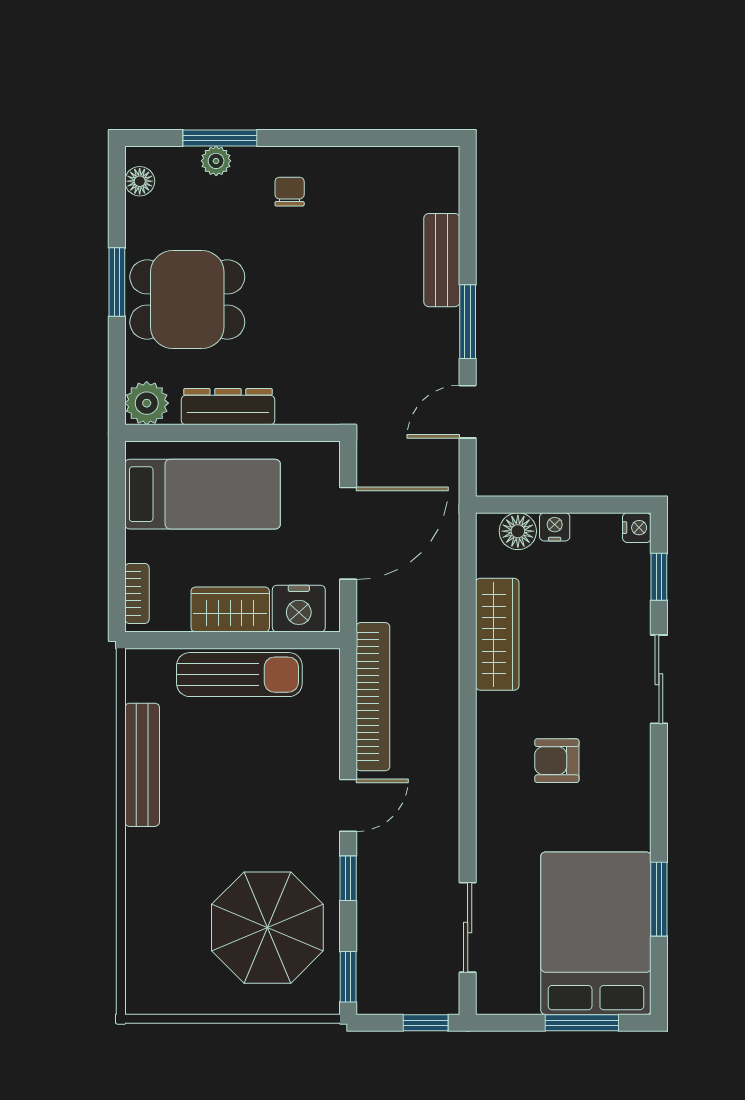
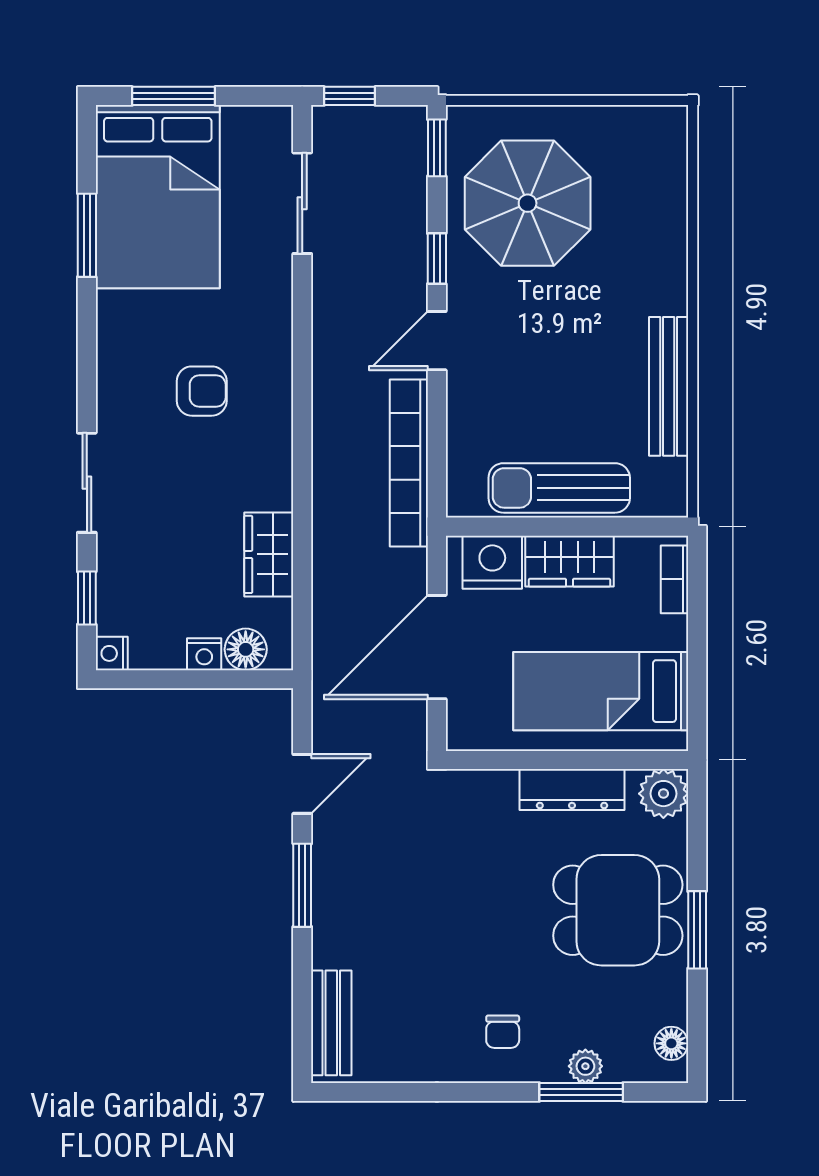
bench: (442, 260) -> (331, 1023), moved
wardrobe: (497, 634) -> (269, 554), width x0.67

